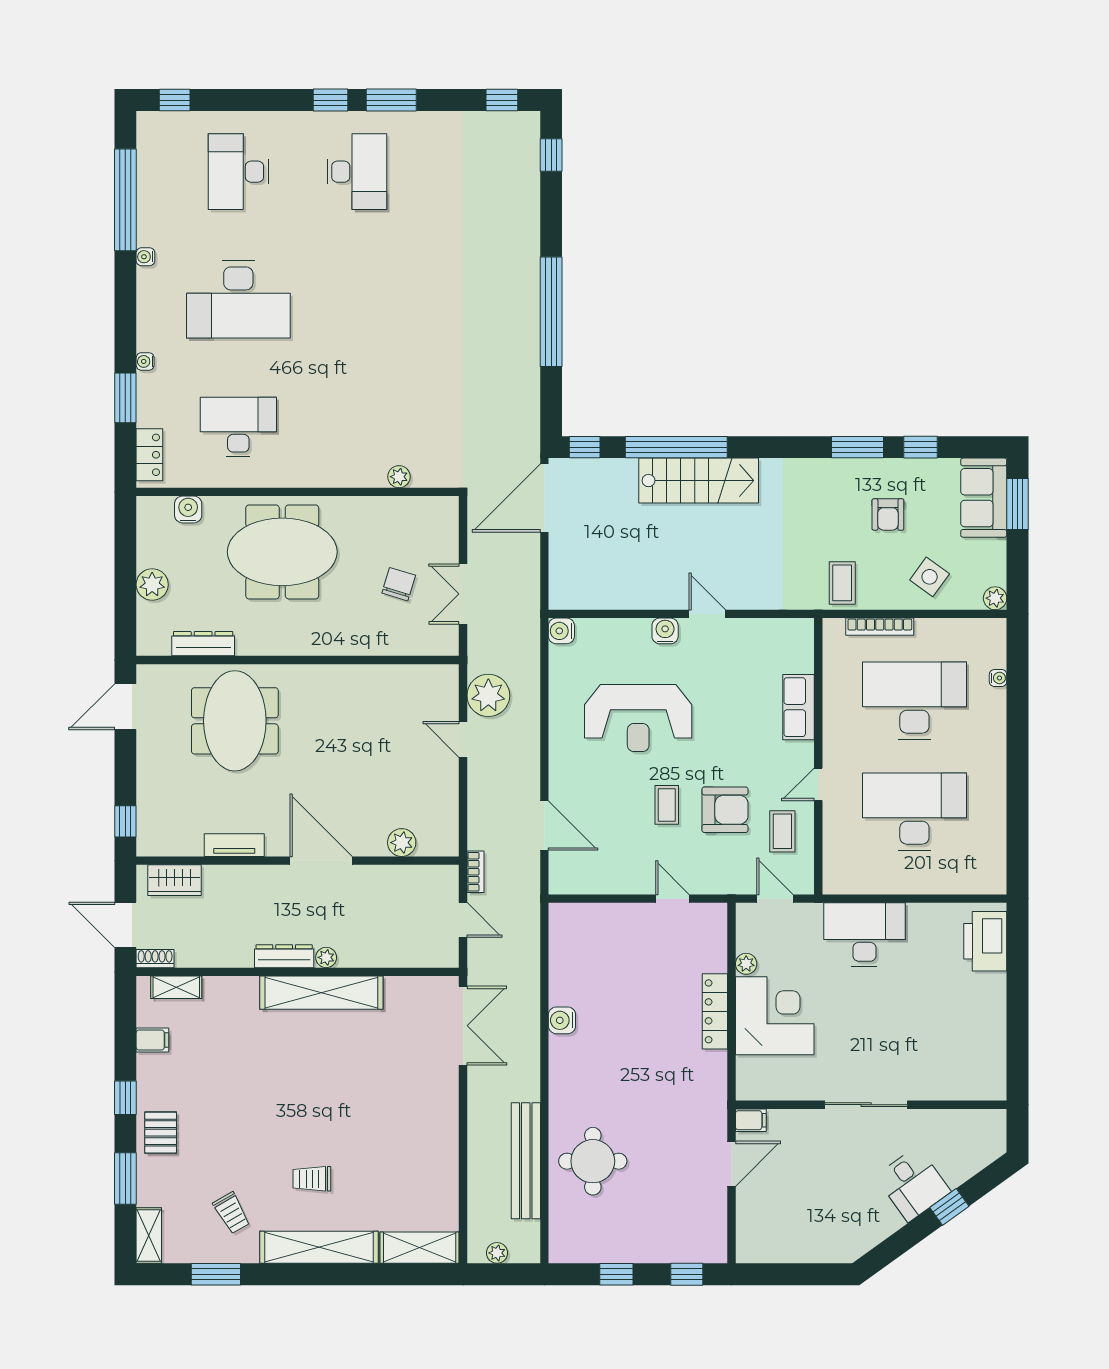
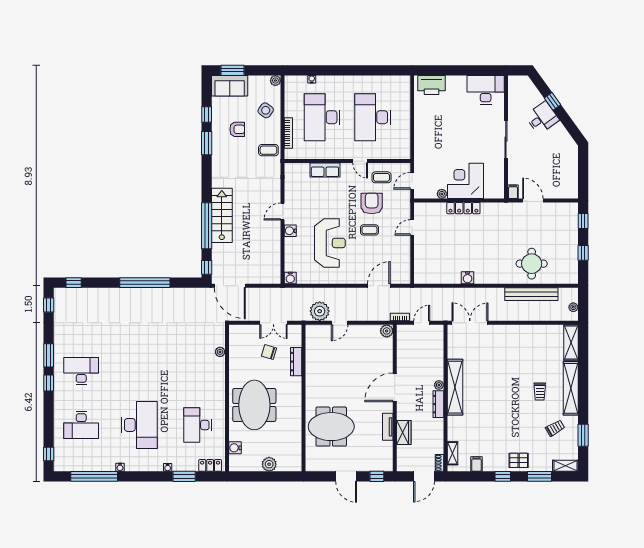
dresser: (203, 644) -> (296, 362), moved
door: (125, 707) -> (346, 476), moved
plant: (402, 843) -> (387, 331), moved
wardrobe: (175, 880) -> (404, 432), moved
desk: (864, 935) -> (486, 90), moved, turned 90

